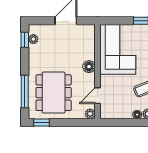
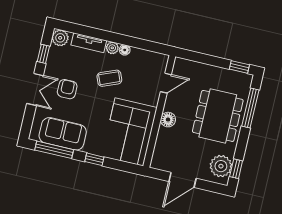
plant: (33, 39) -> (221, 166), width x1.88, depth x1.88
dining table: (54, 93) -> (218, 116), moved
plant: (90, 114) -> (180, 64), removed

